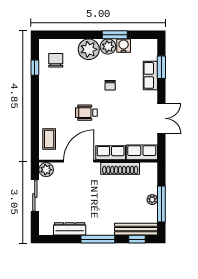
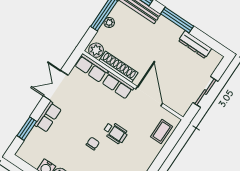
row of seats: (150, 75) -> (48, 117), moved
chair: (110, 85) -> (93, 144), moved
door: (79, 161) -> (149, 96), swing flipped
plant: (46, 170) -> (96, 50), moved

